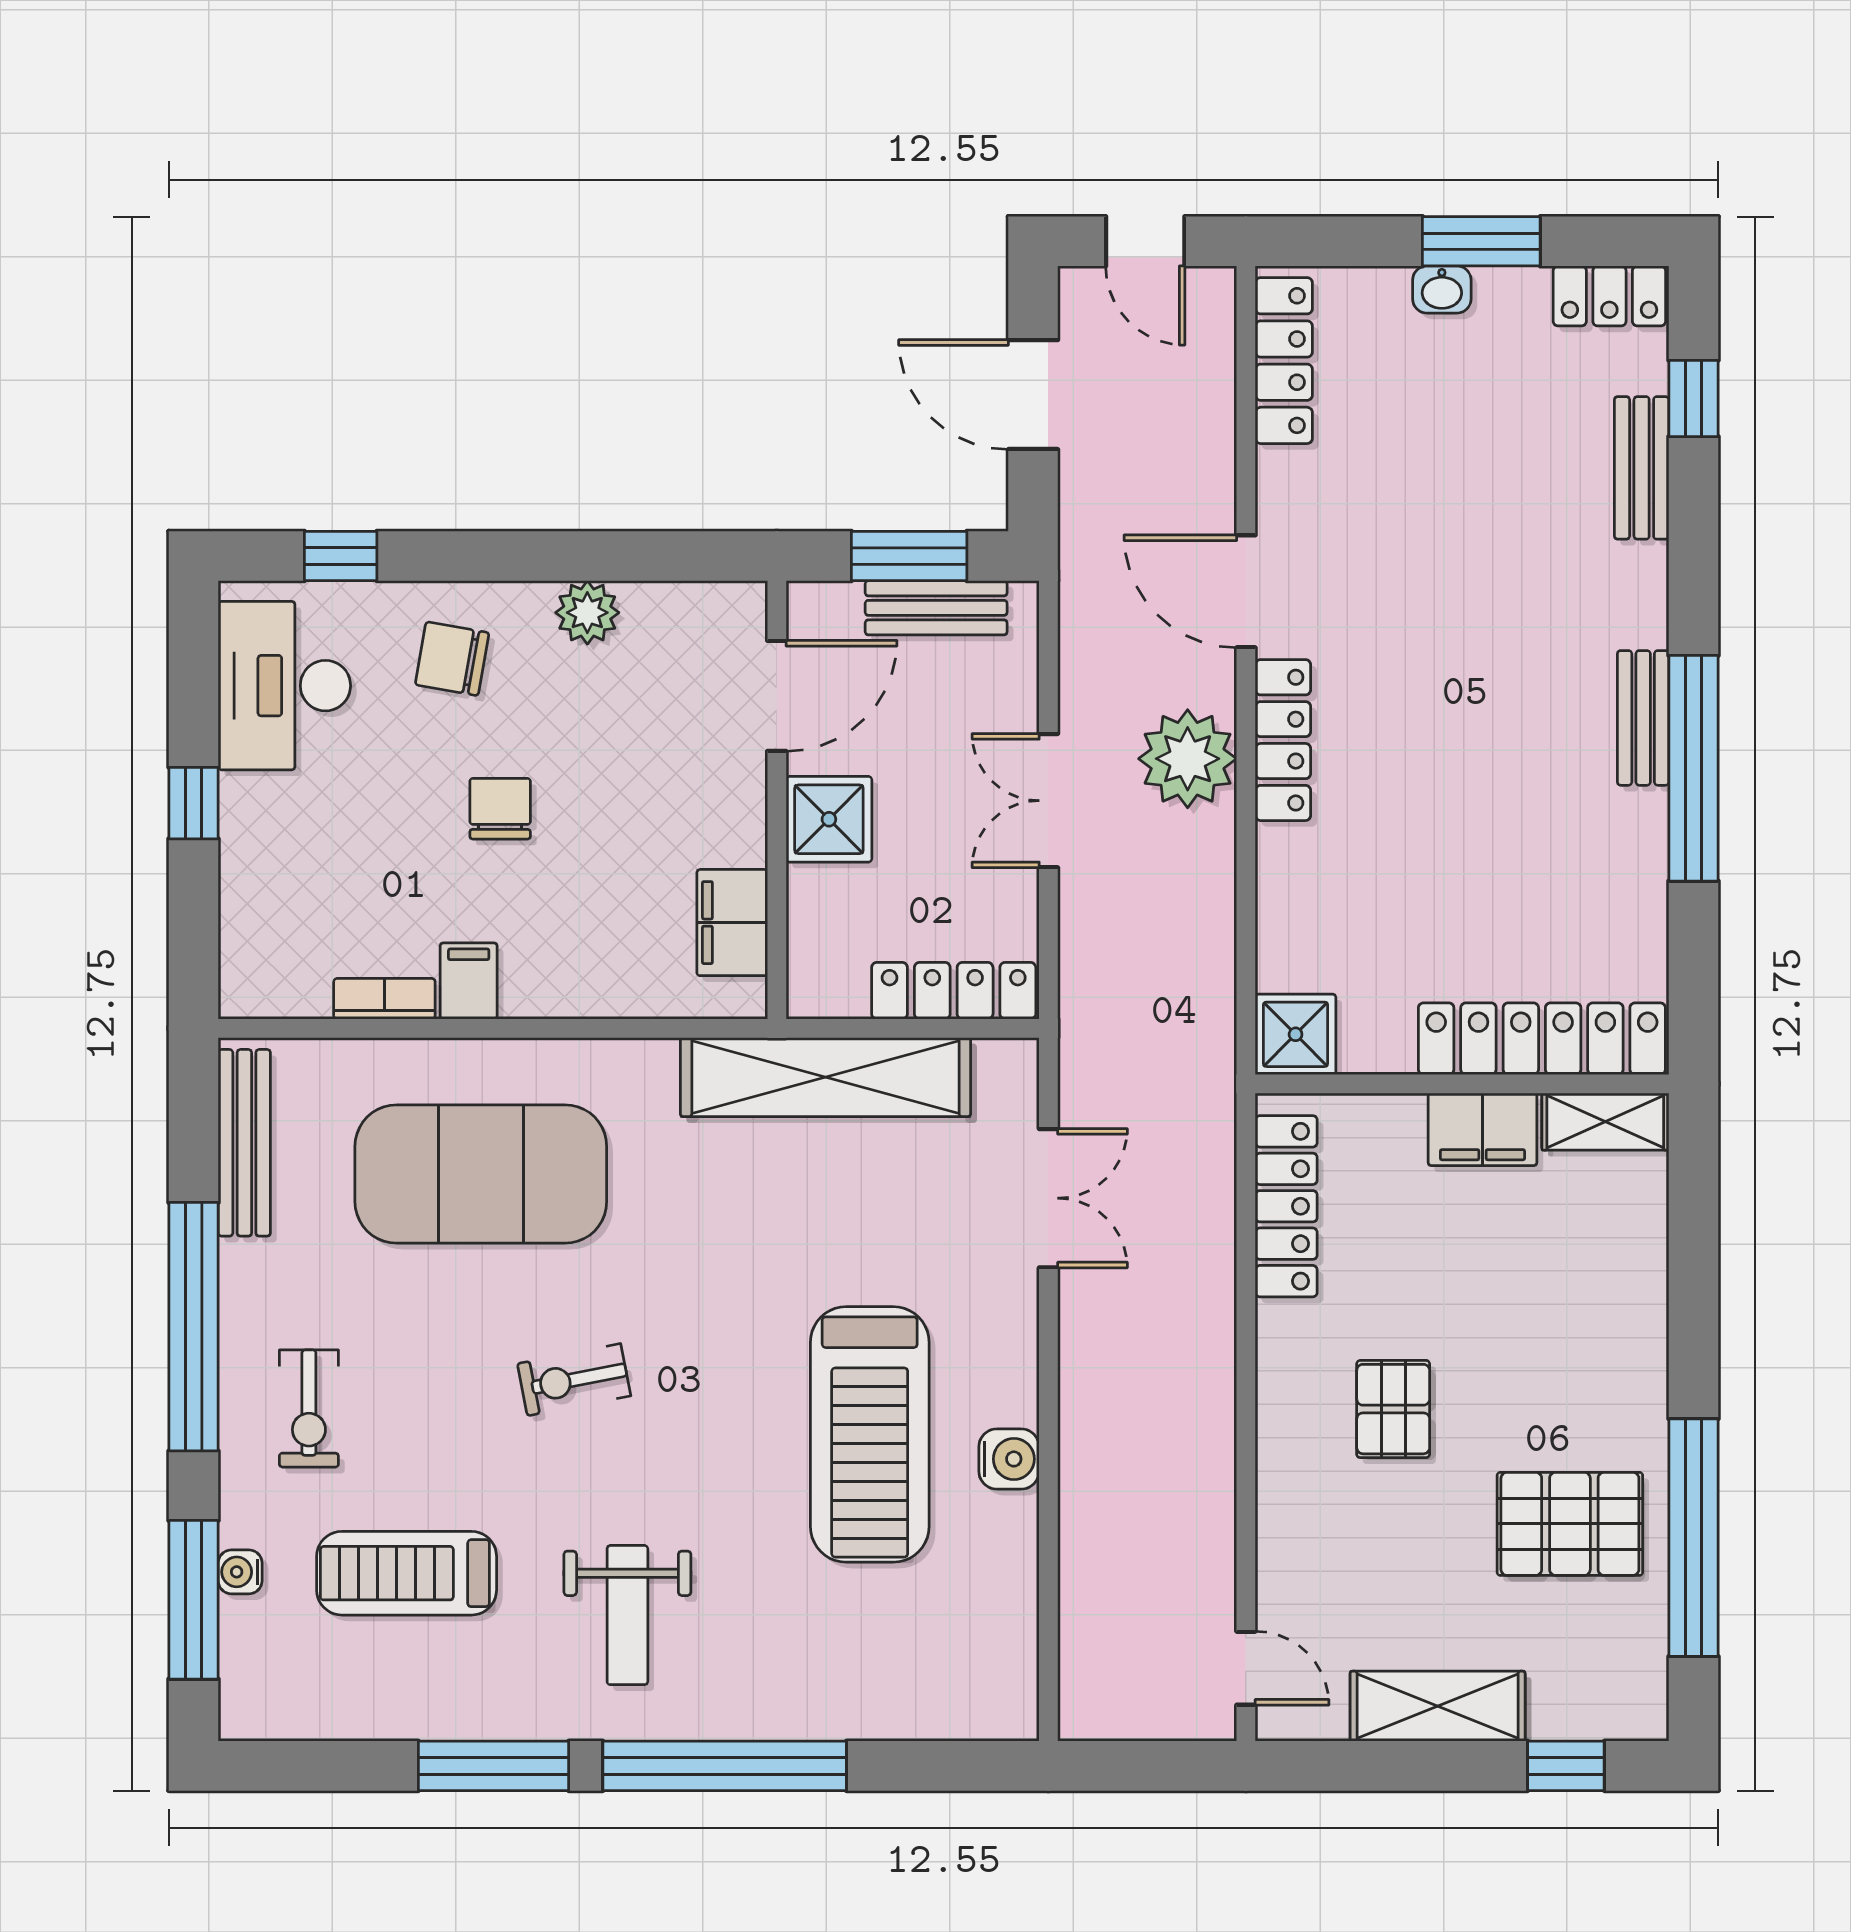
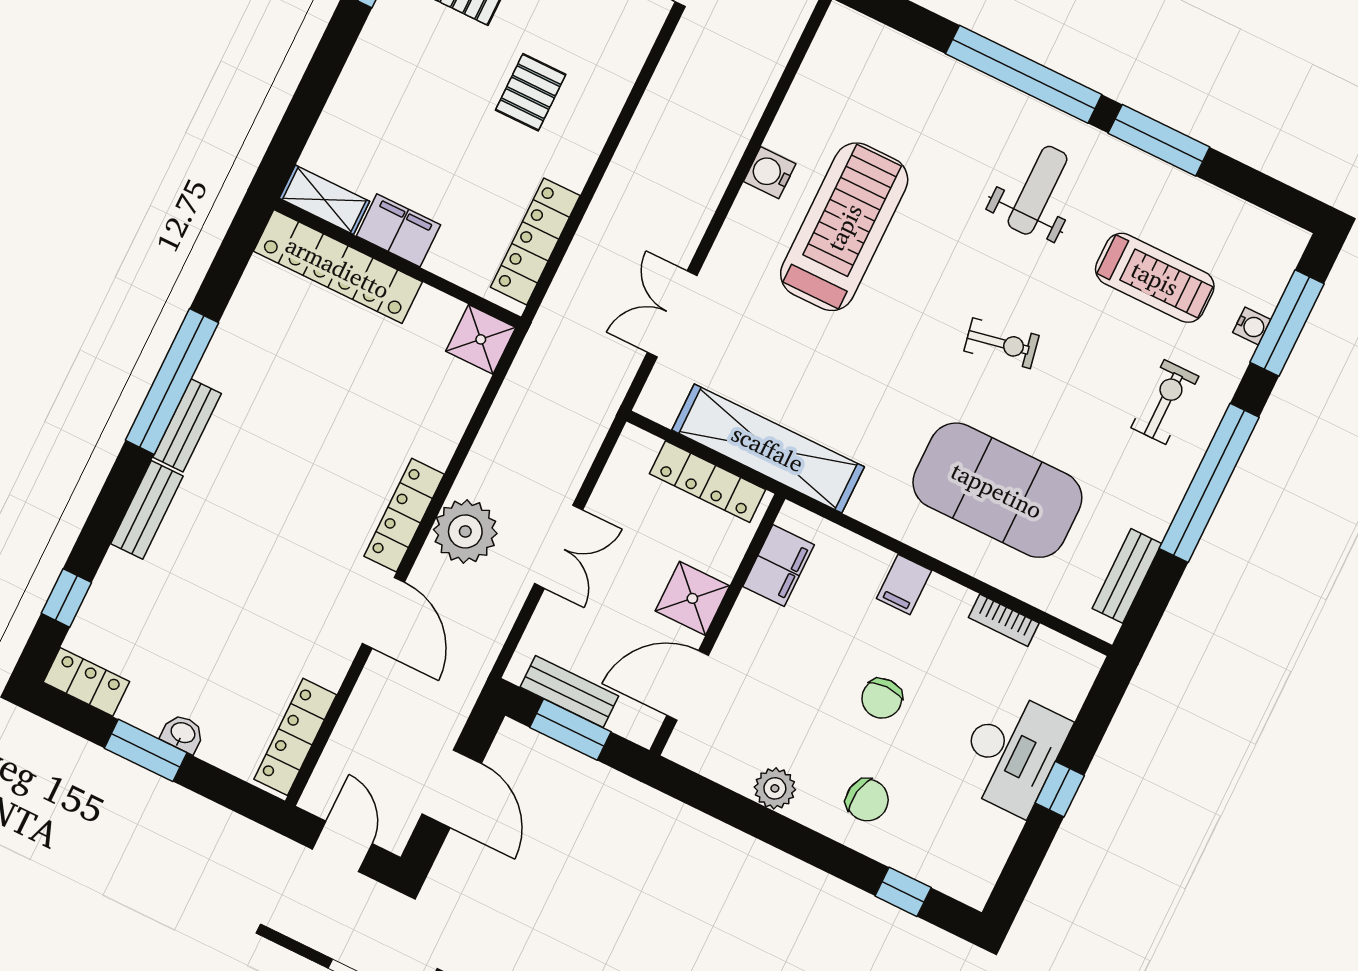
bench: (1642, 468) -> (147, 510), moved
desk: (284, 686) -> (1012, 752), moved
filing cabinet: (469, 981) -> (904, 584), moved
locker: (954, 991) -> (708, 482), moved
bench: (244, 1143) -> (1127, 576), width x0.73

